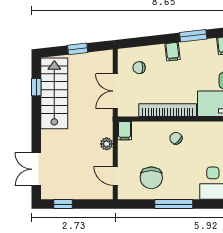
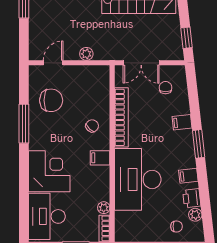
window: (78, 49) -> (187, 38), moved
double door: (115, 91) -> (141, 63), swing flipped
filing cabinet: (124, 131) -> (100, 158), moved
chair: (151, 178) -> (51, 100), turned 180

